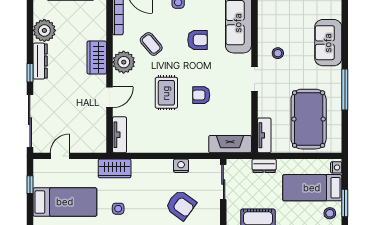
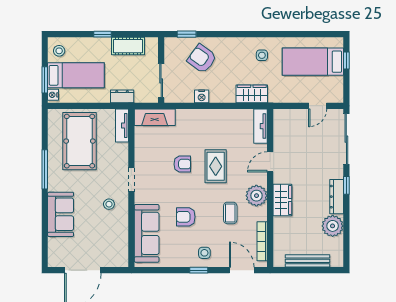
coffee table: (151, 44) -> (230, 213), turned 40
wardrobe: (115, 168) -> (252, 94), moved
window: (30, 185) -> (346, 60), moved
window: (345, 203) -> (45, 80), moved

